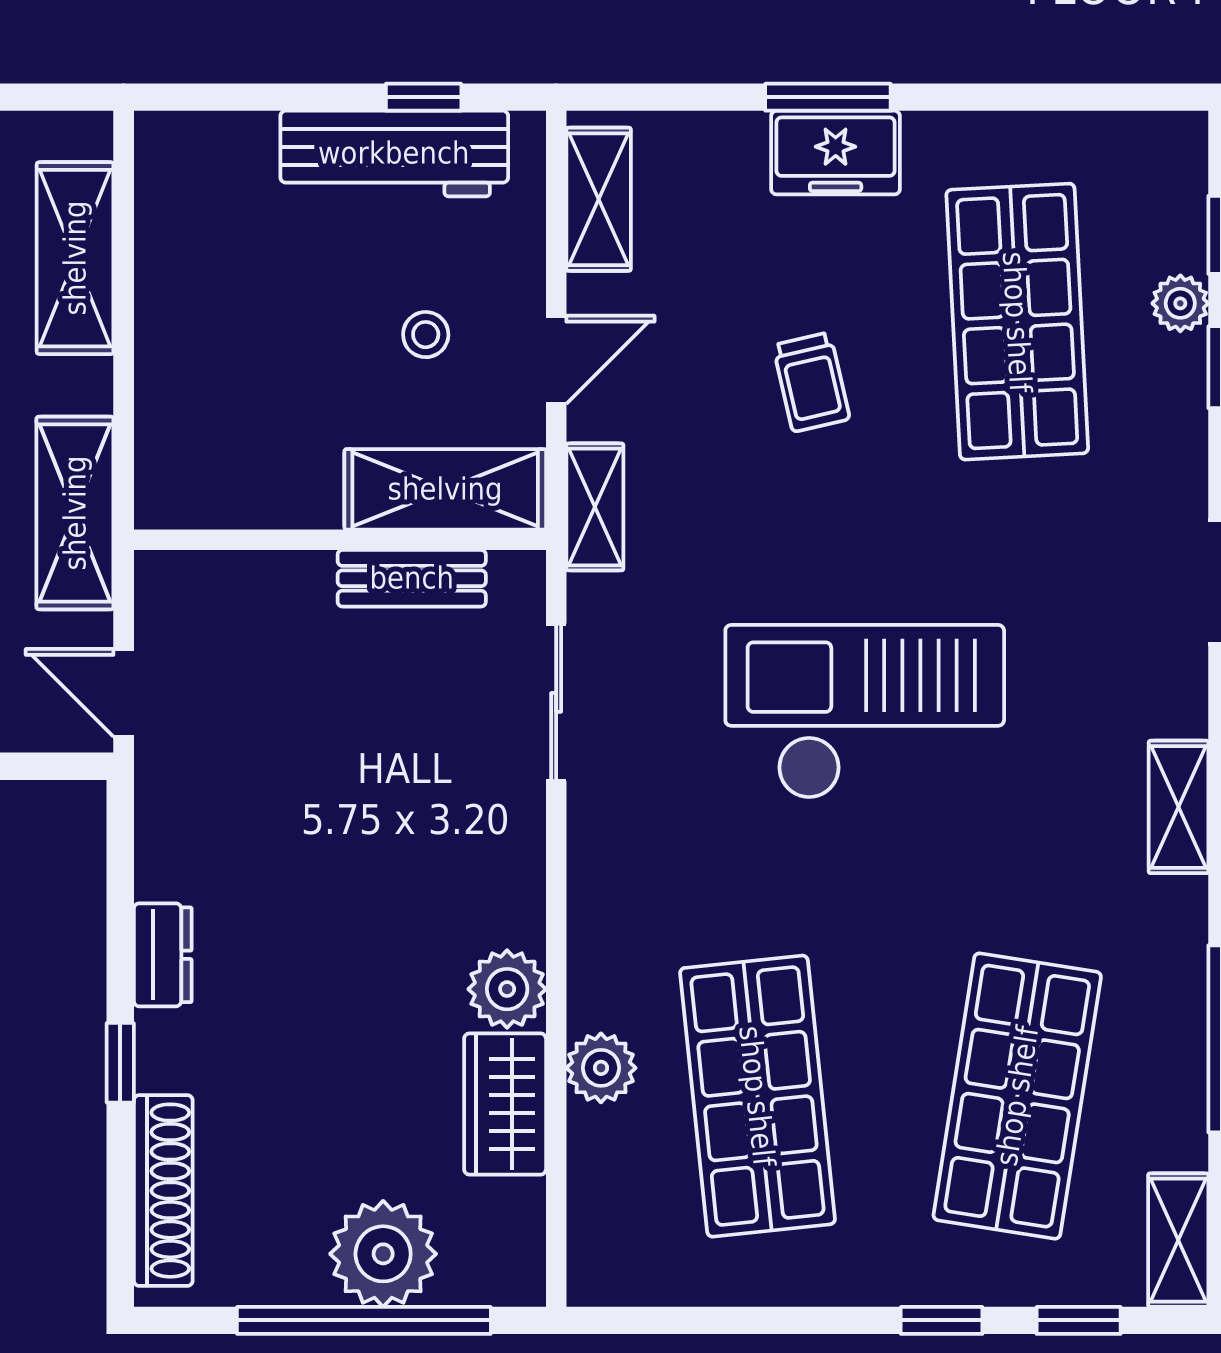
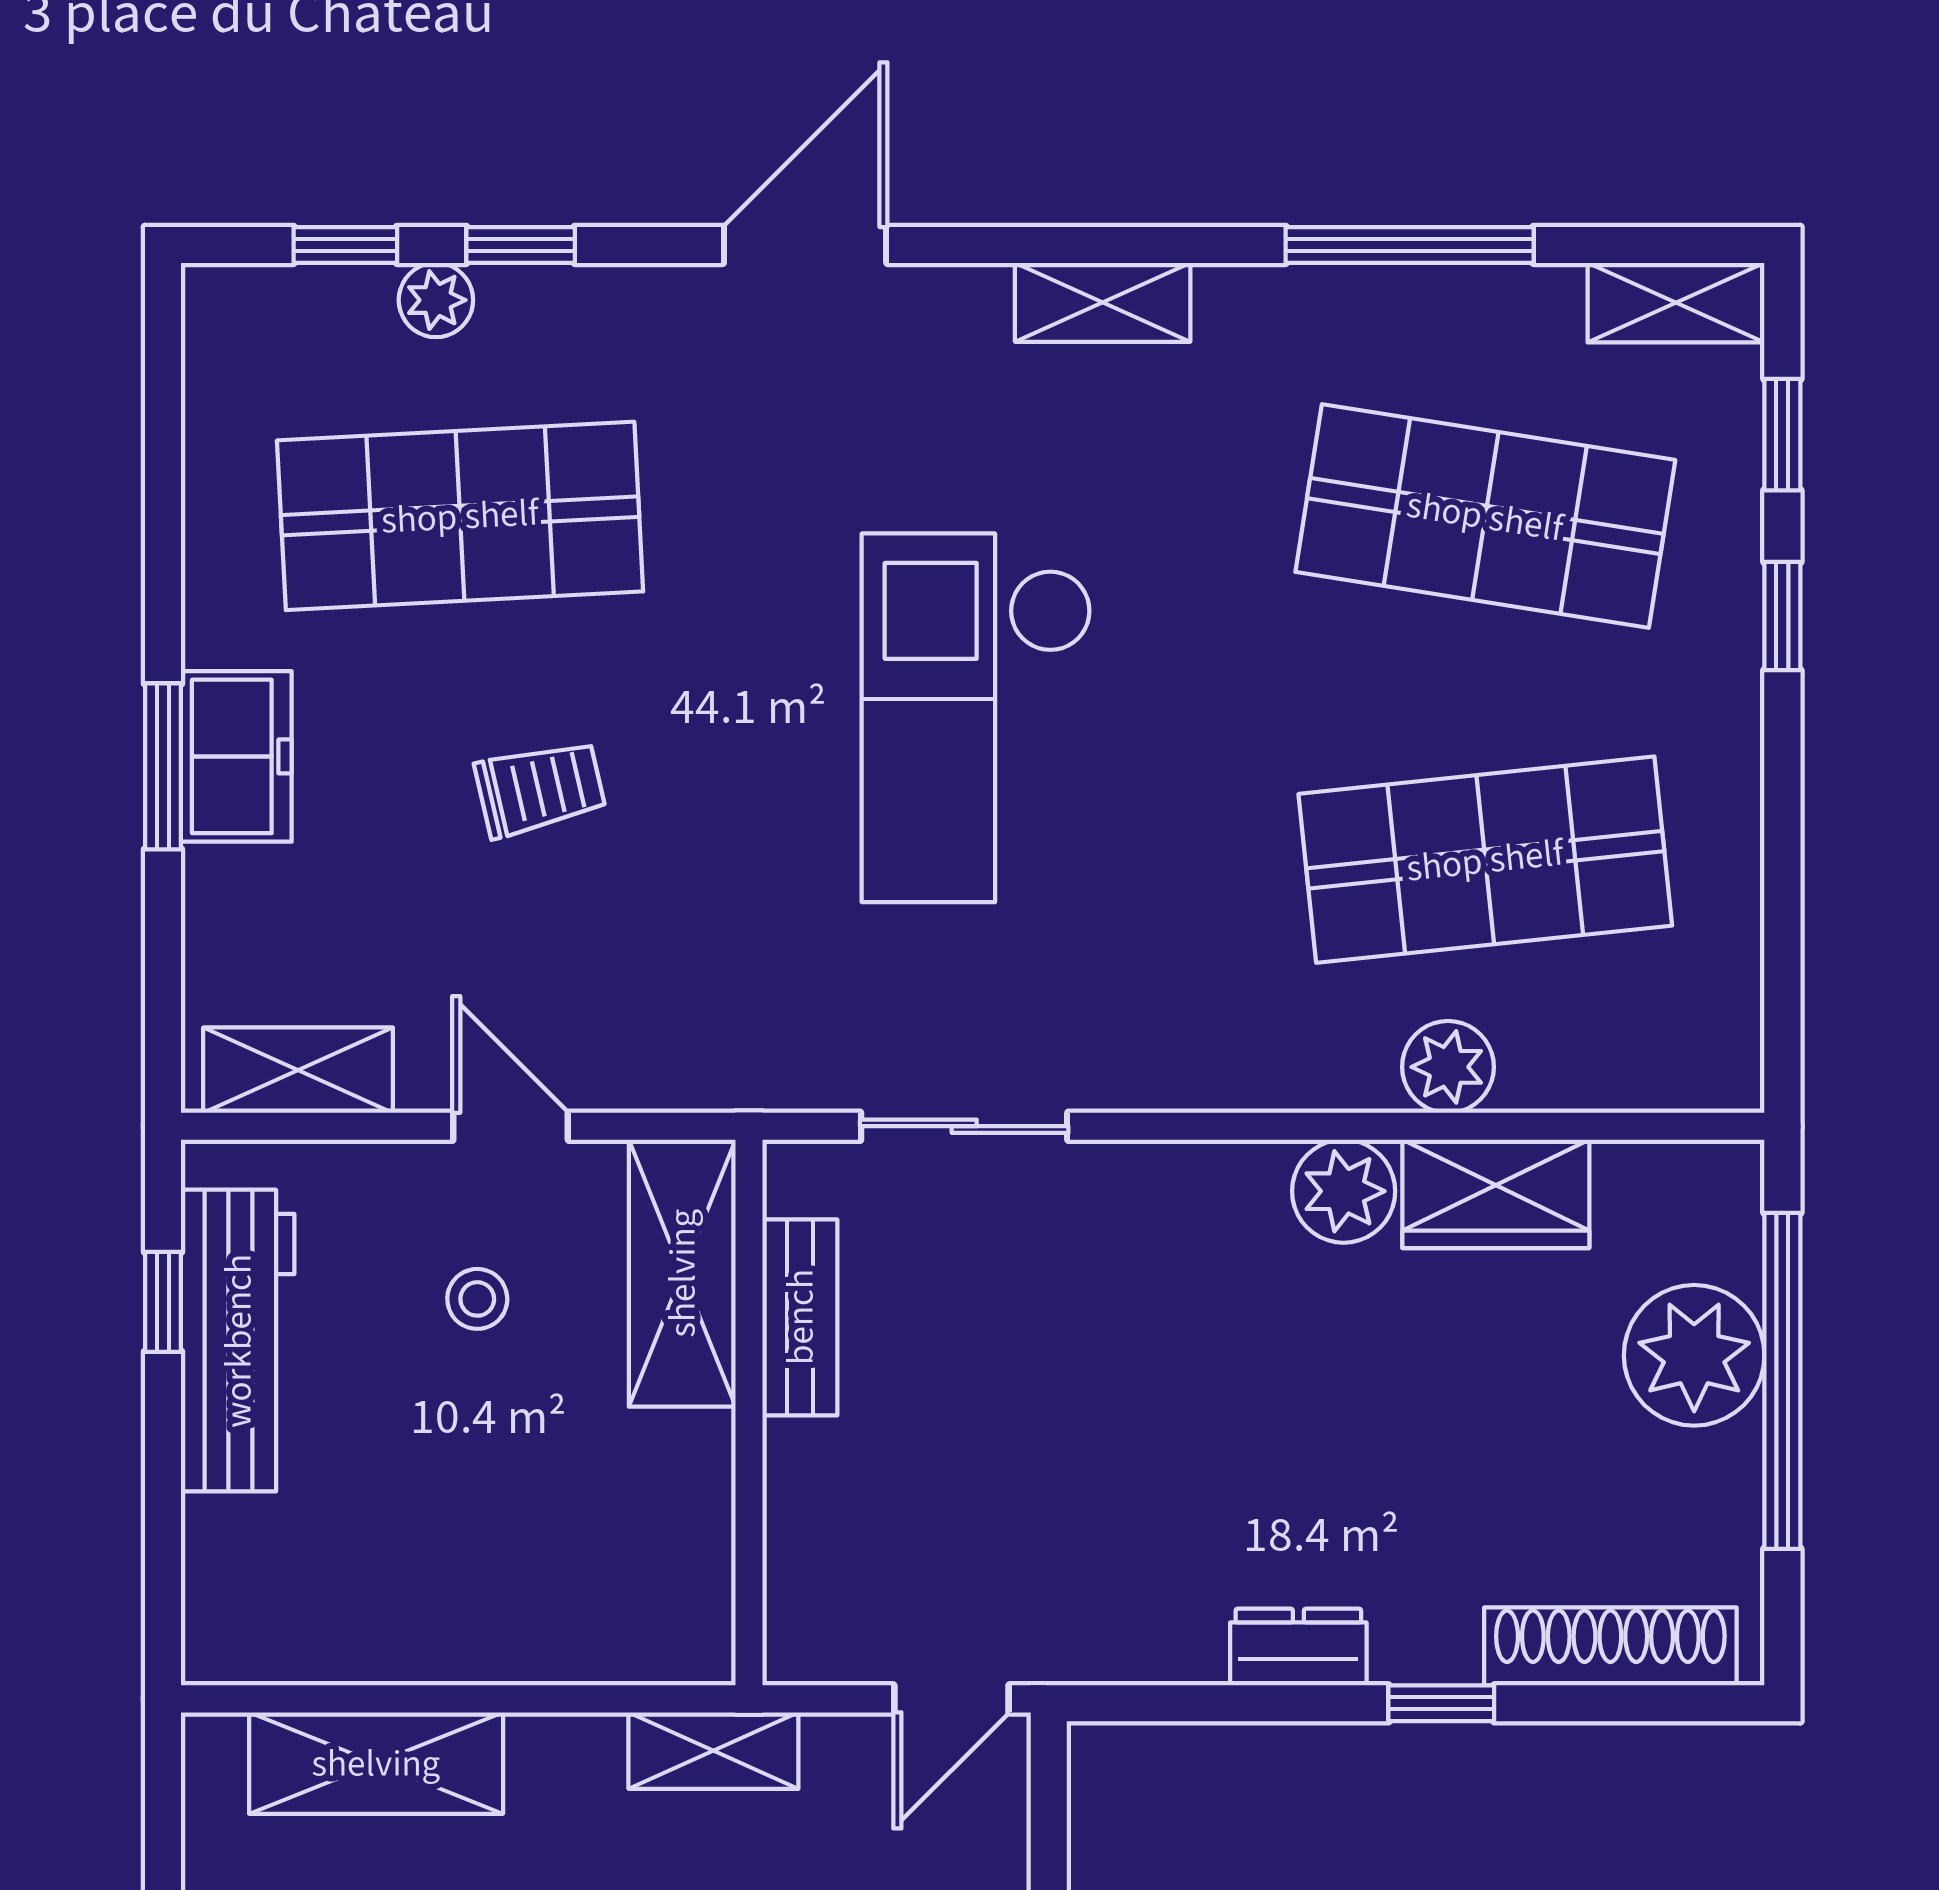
shelving: (595, 507) -> (705, 1075), removed
shelving: (75, 513) -> (713, 1751), width x0.67, depth x0.75

